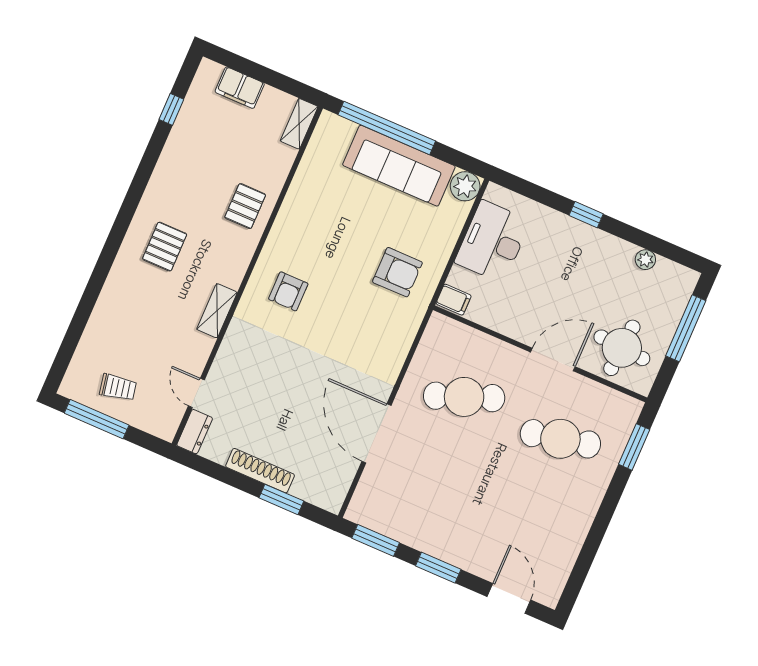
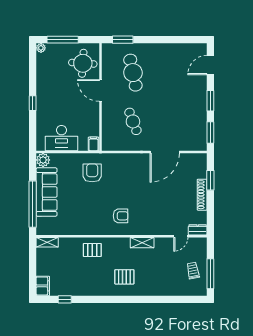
filing cabinet: (240, 88) -> (43, 286), moved
plant: (645, 260) -> (41, 48), moved
cafe table: (464, 397) -> (133, 121), width x0.73, depth x0.74

